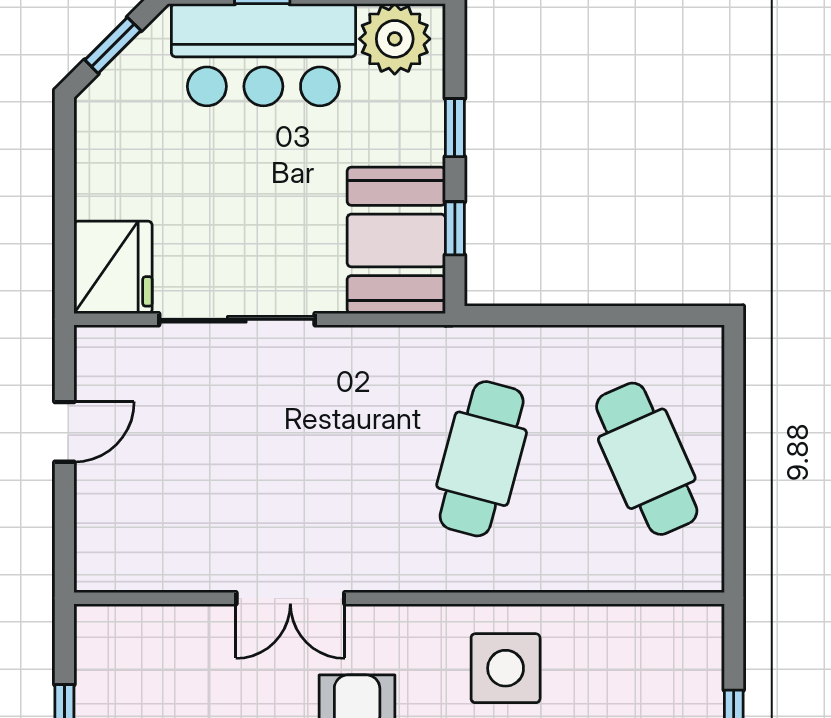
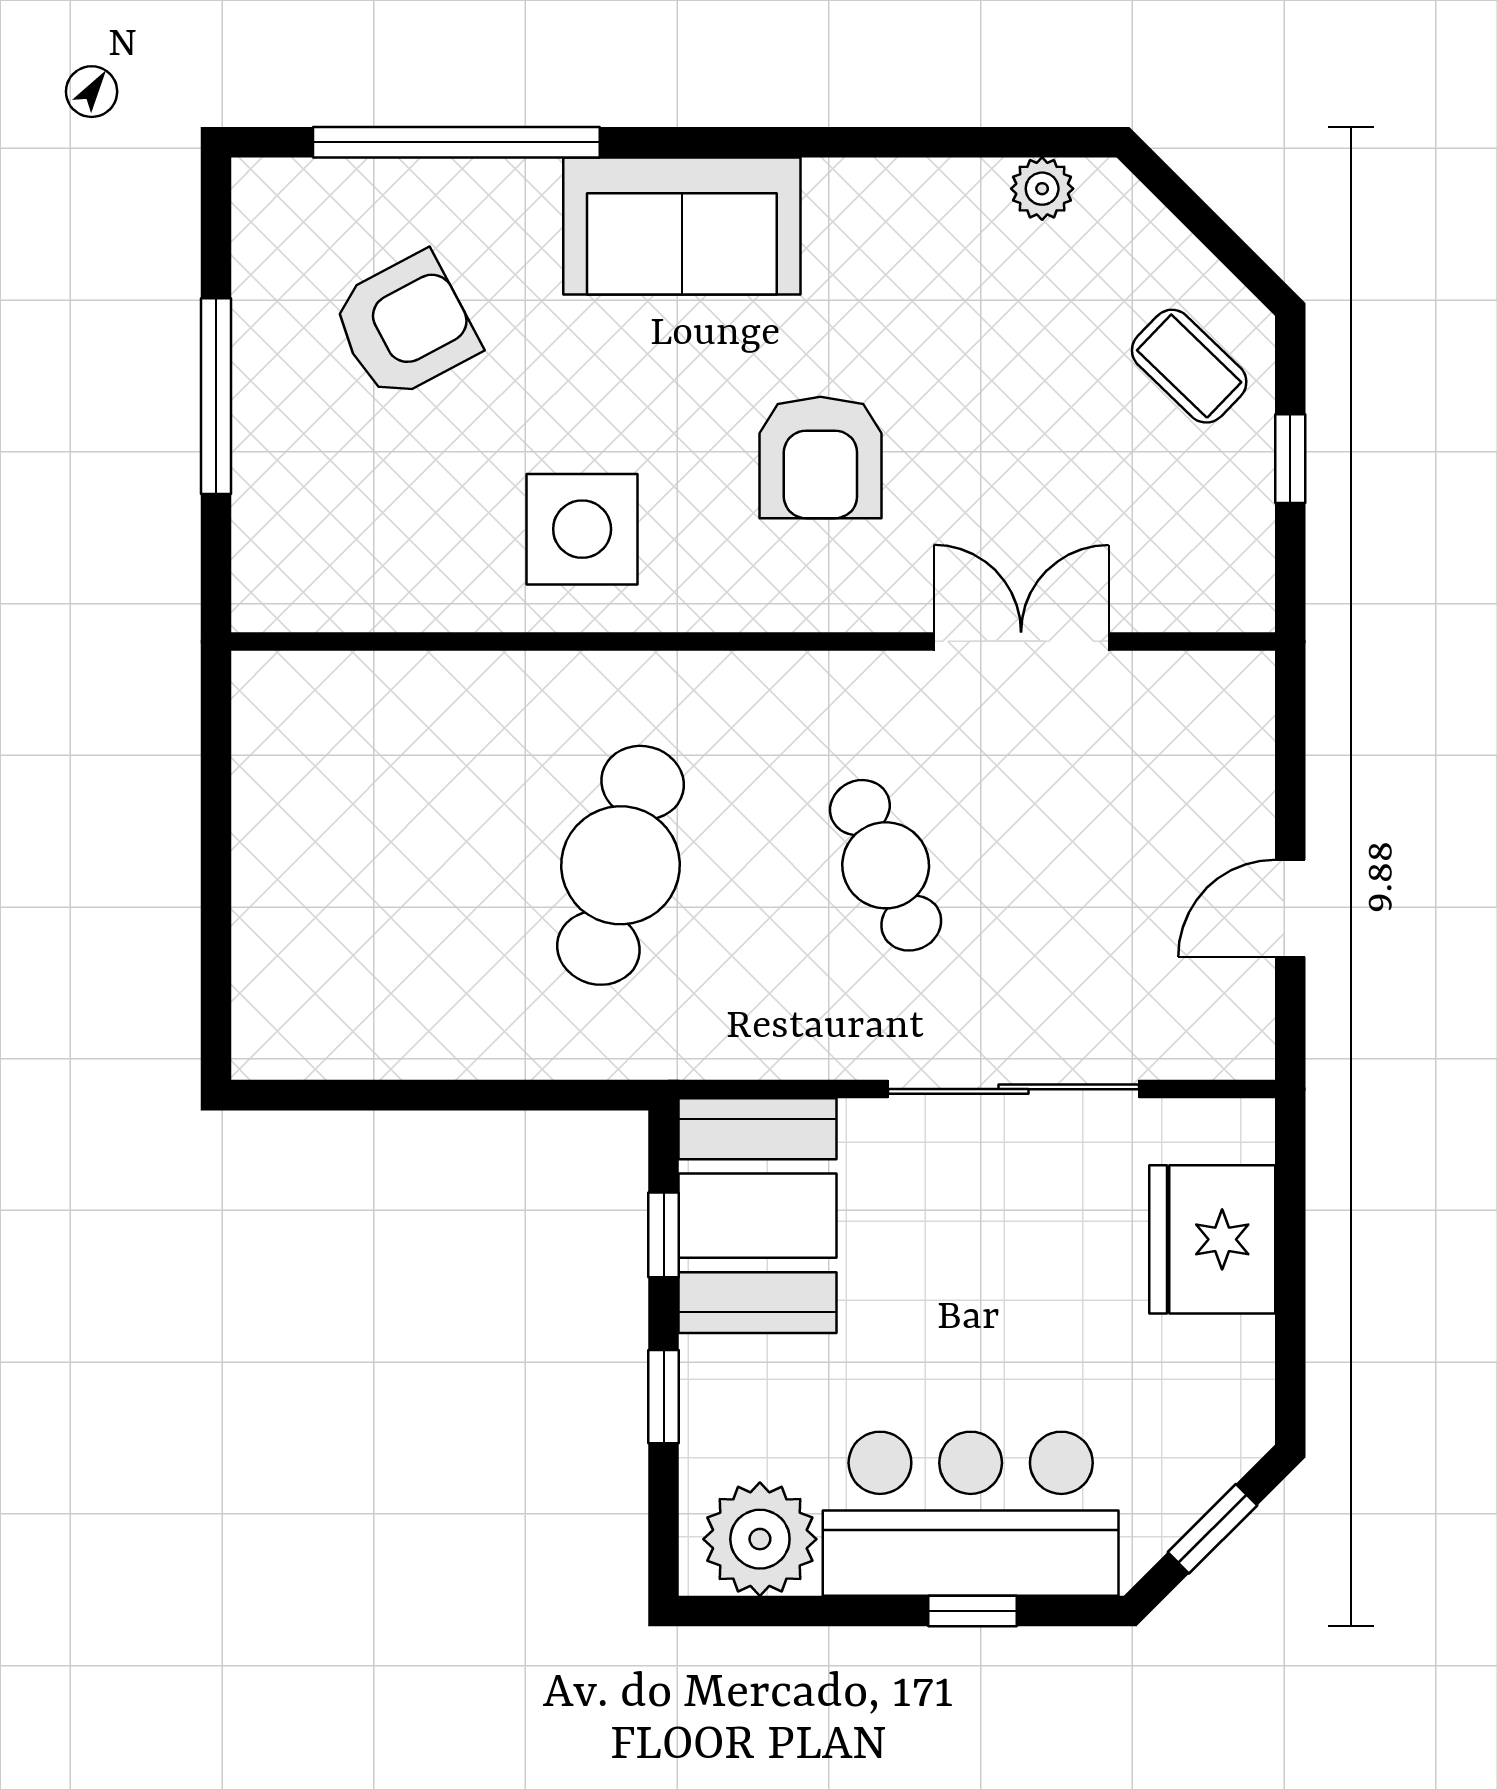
fridge: (113, 267) -> (1212, 1239), moved
cafe table: (647, 459) -> (886, 865), moved, width x0.73, depth x0.74
double door: (290, 598) -> (1021, 641), moved

